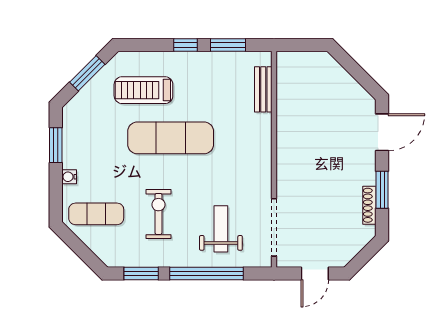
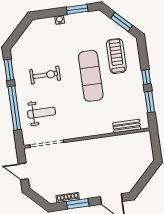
exercise mat: (96, 214) -> (40, 39), removed

